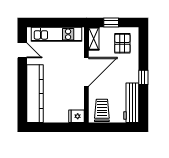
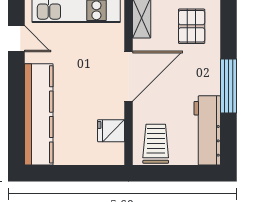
window: (143, 77) -> (228, 86), width x2.17
fridge: (76, 116) -> (111, 131), moved

